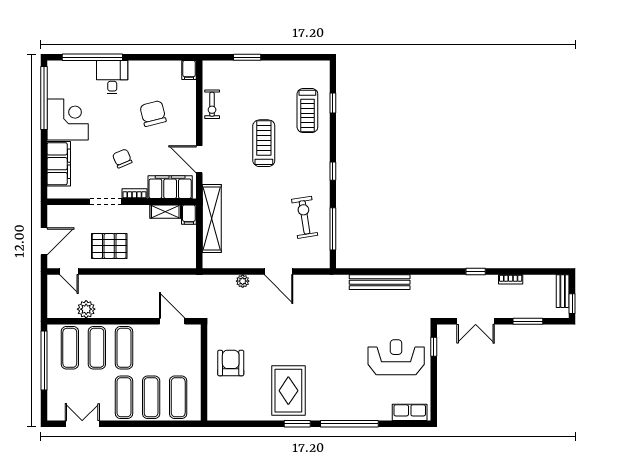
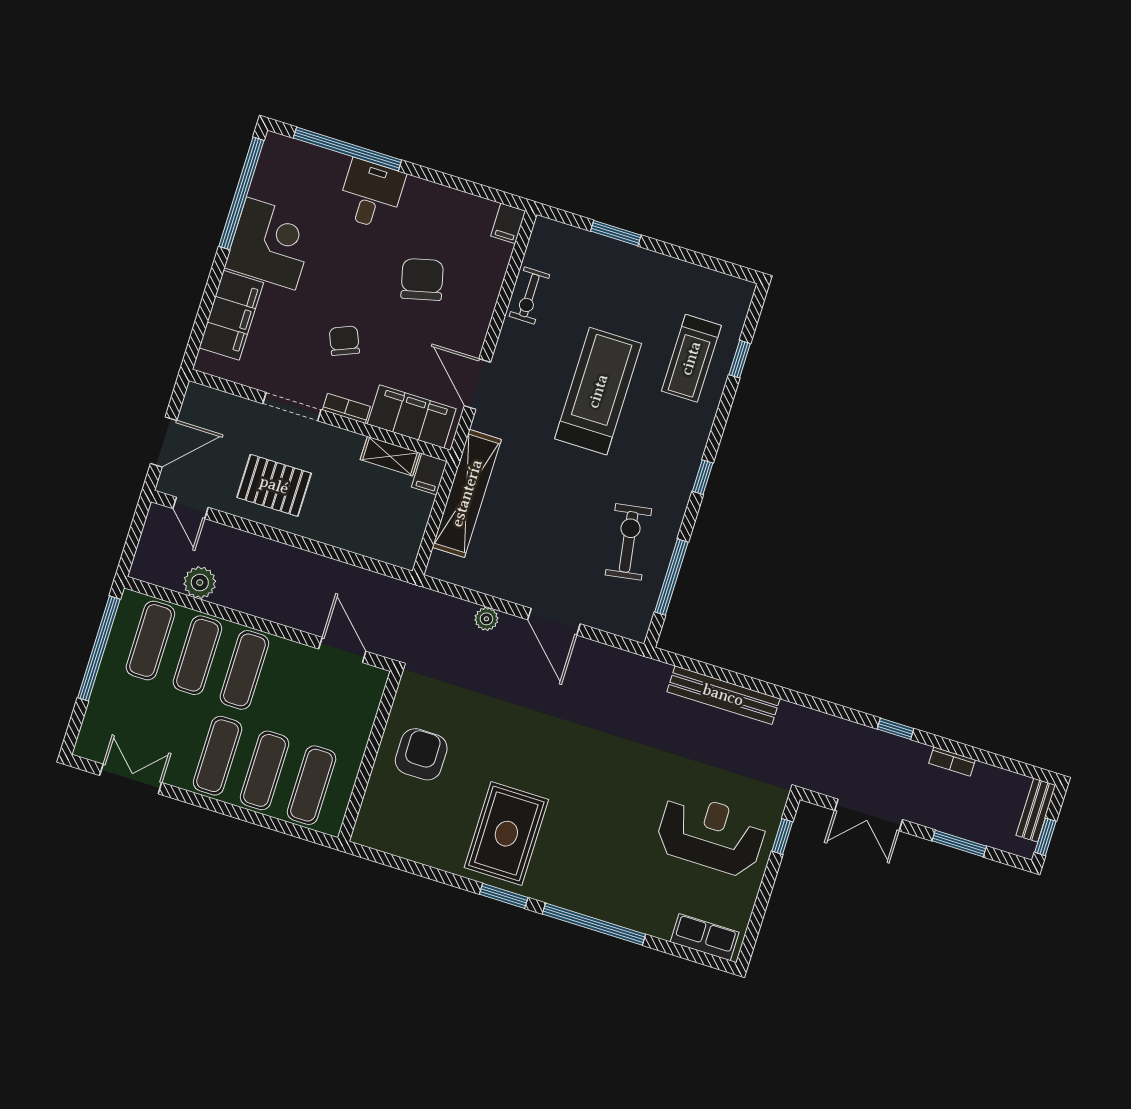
treadmill: (264, 143) -> (598, 391), width x1.37, depth x1.37

